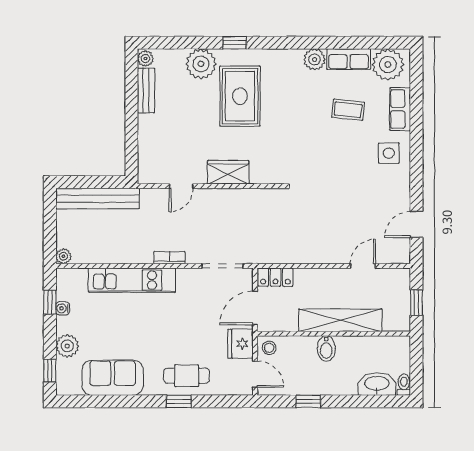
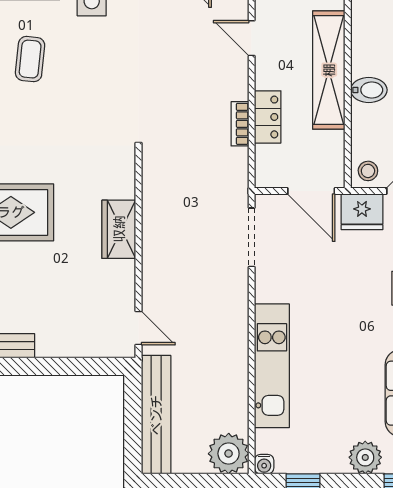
door: (181, 186) -> (139, 328), moved
plant: (63, 256) -> (229, 454), width x1.88, depth x1.88
bookcase: (169, 258) -> (240, 124), moved
locker: (275, 277) -> (268, 117), moved
water cooler: (63, 308) -> (264, 464), moved

